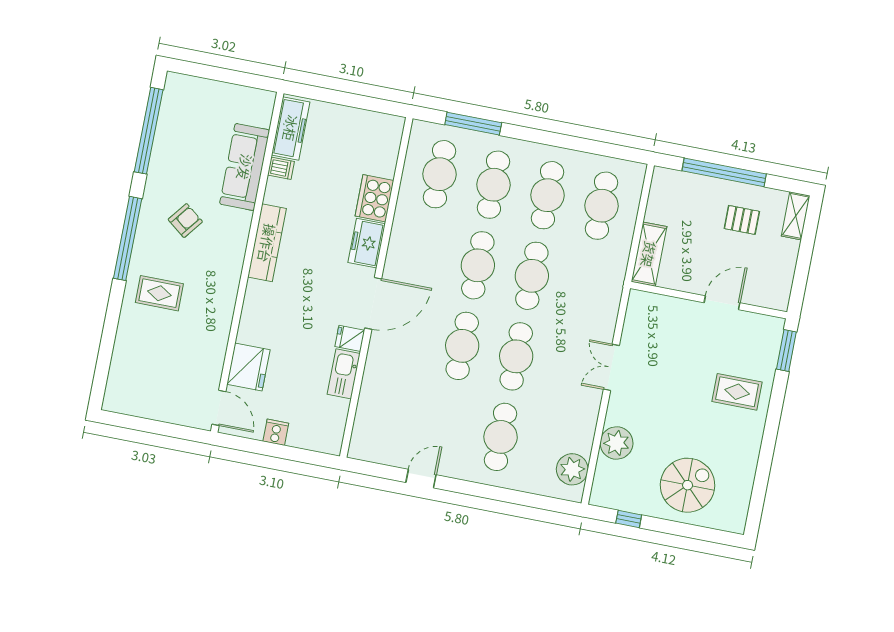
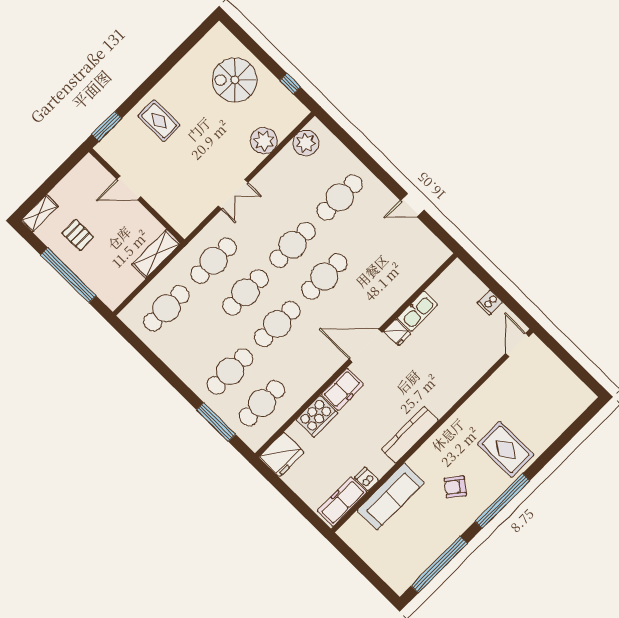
cafe table: (548, 195) -> (214, 261), moved
rug: (159, 293) -> (506, 450), width x1.36, depth x1.43
fridge: (248, 367) -> (282, 454), moved, turned 180

